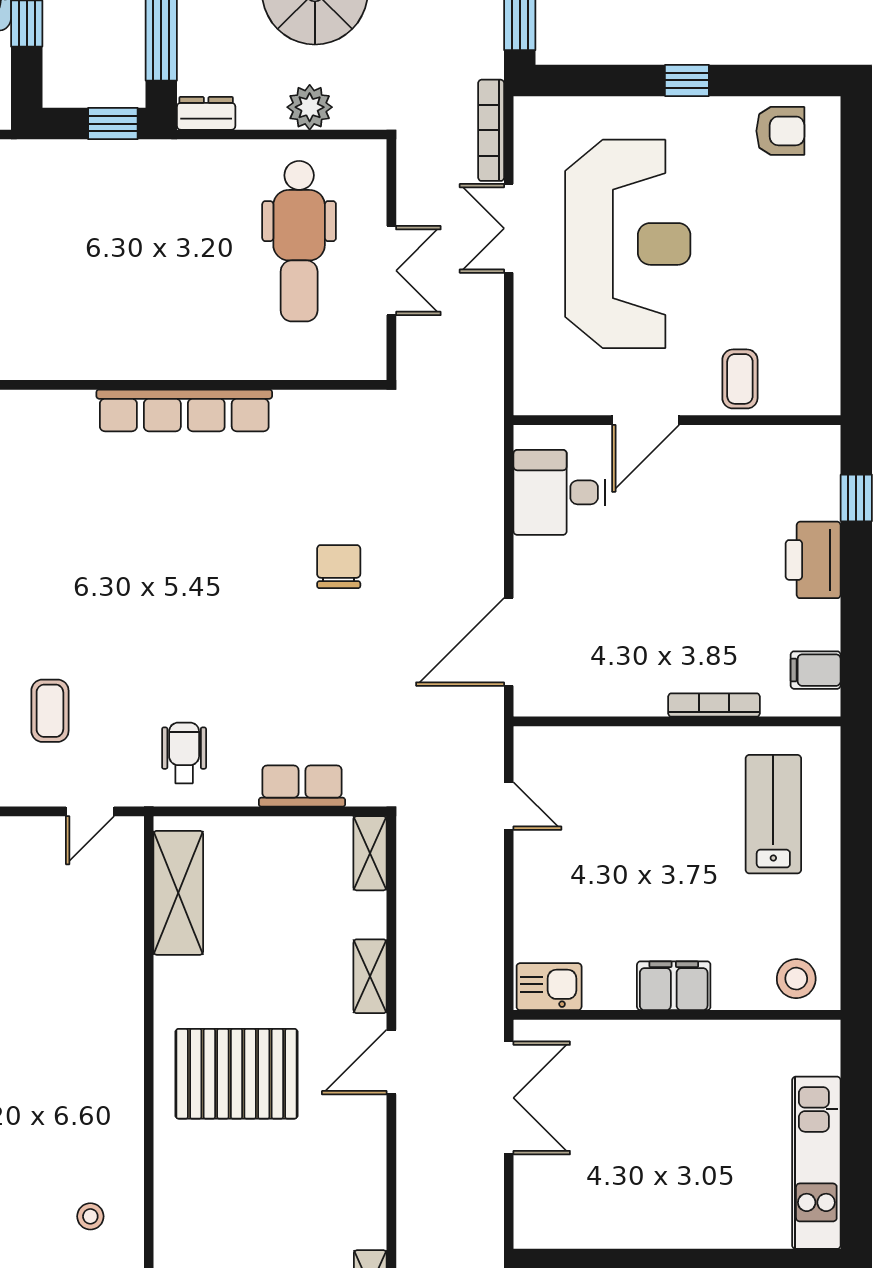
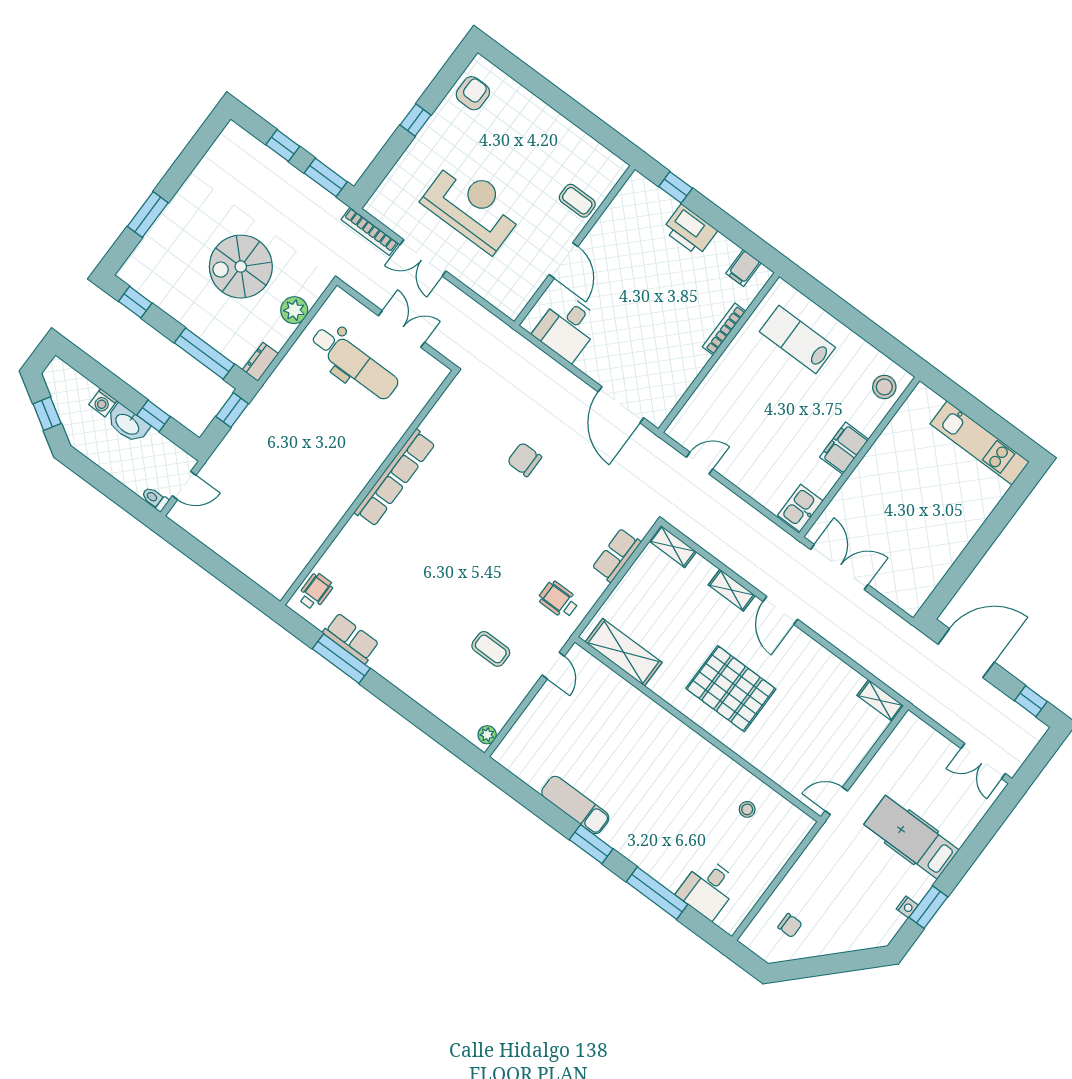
reception desk: (628, 244) -> (473, 206), width x0.74, depth x0.77
pallet: (237, 1074) -> (731, 689), turned 90

